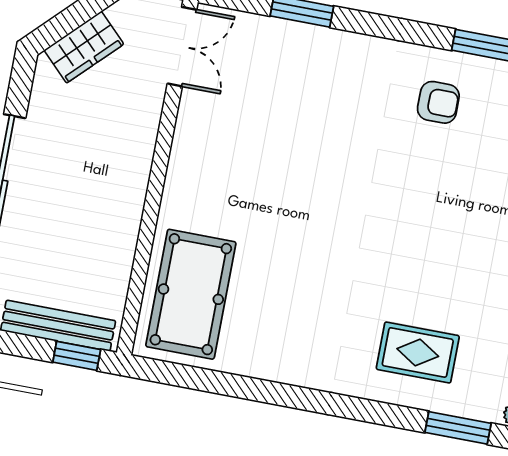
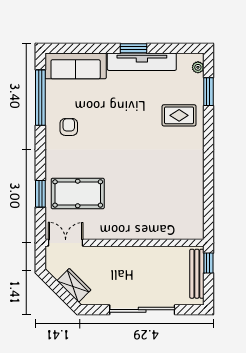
pool table: (191, 294) -> (78, 193), moved
rug: (418, 352) -> (179, 115), turned 90

